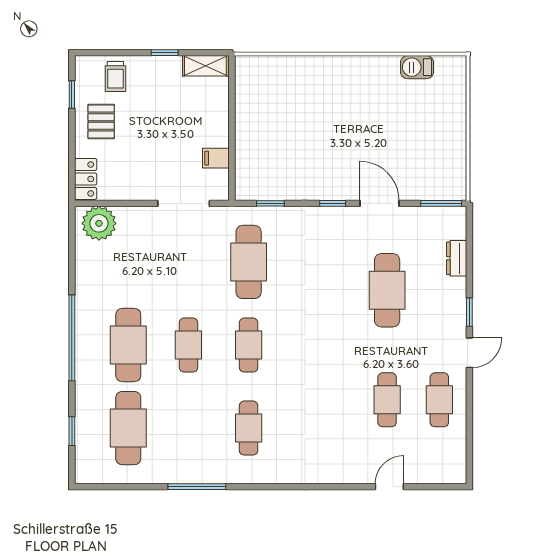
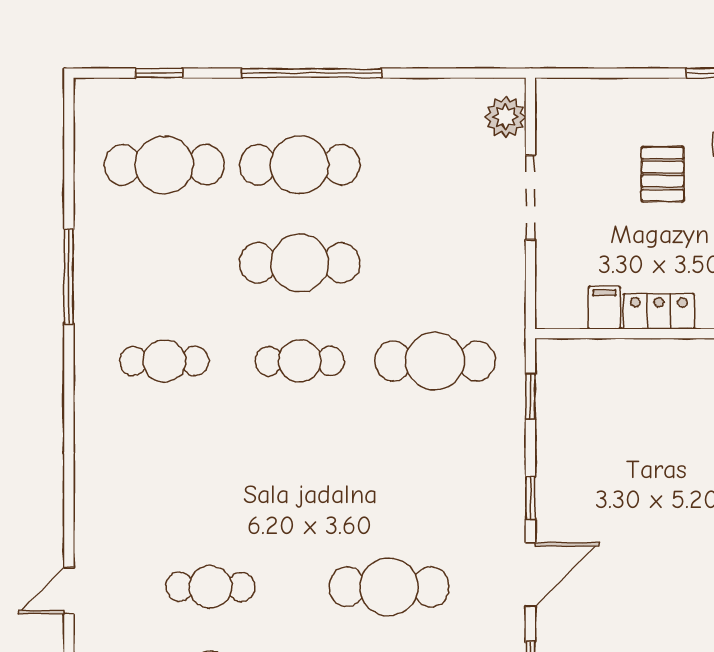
pallet: (101, 121) -> (663, 174), moved, turned 90
locker: (86, 179) -> (659, 311), moved, turned 180
doorway: (184, 203) -> (530, 198), moved
plant: (99, 223) -> (505, 117), width x0.73, depth x0.73
cafe table: (188, 345) -> (300, 263), width x1.37, depth x1.35
door: (389, 487) -> (69, 591), swing flipped

